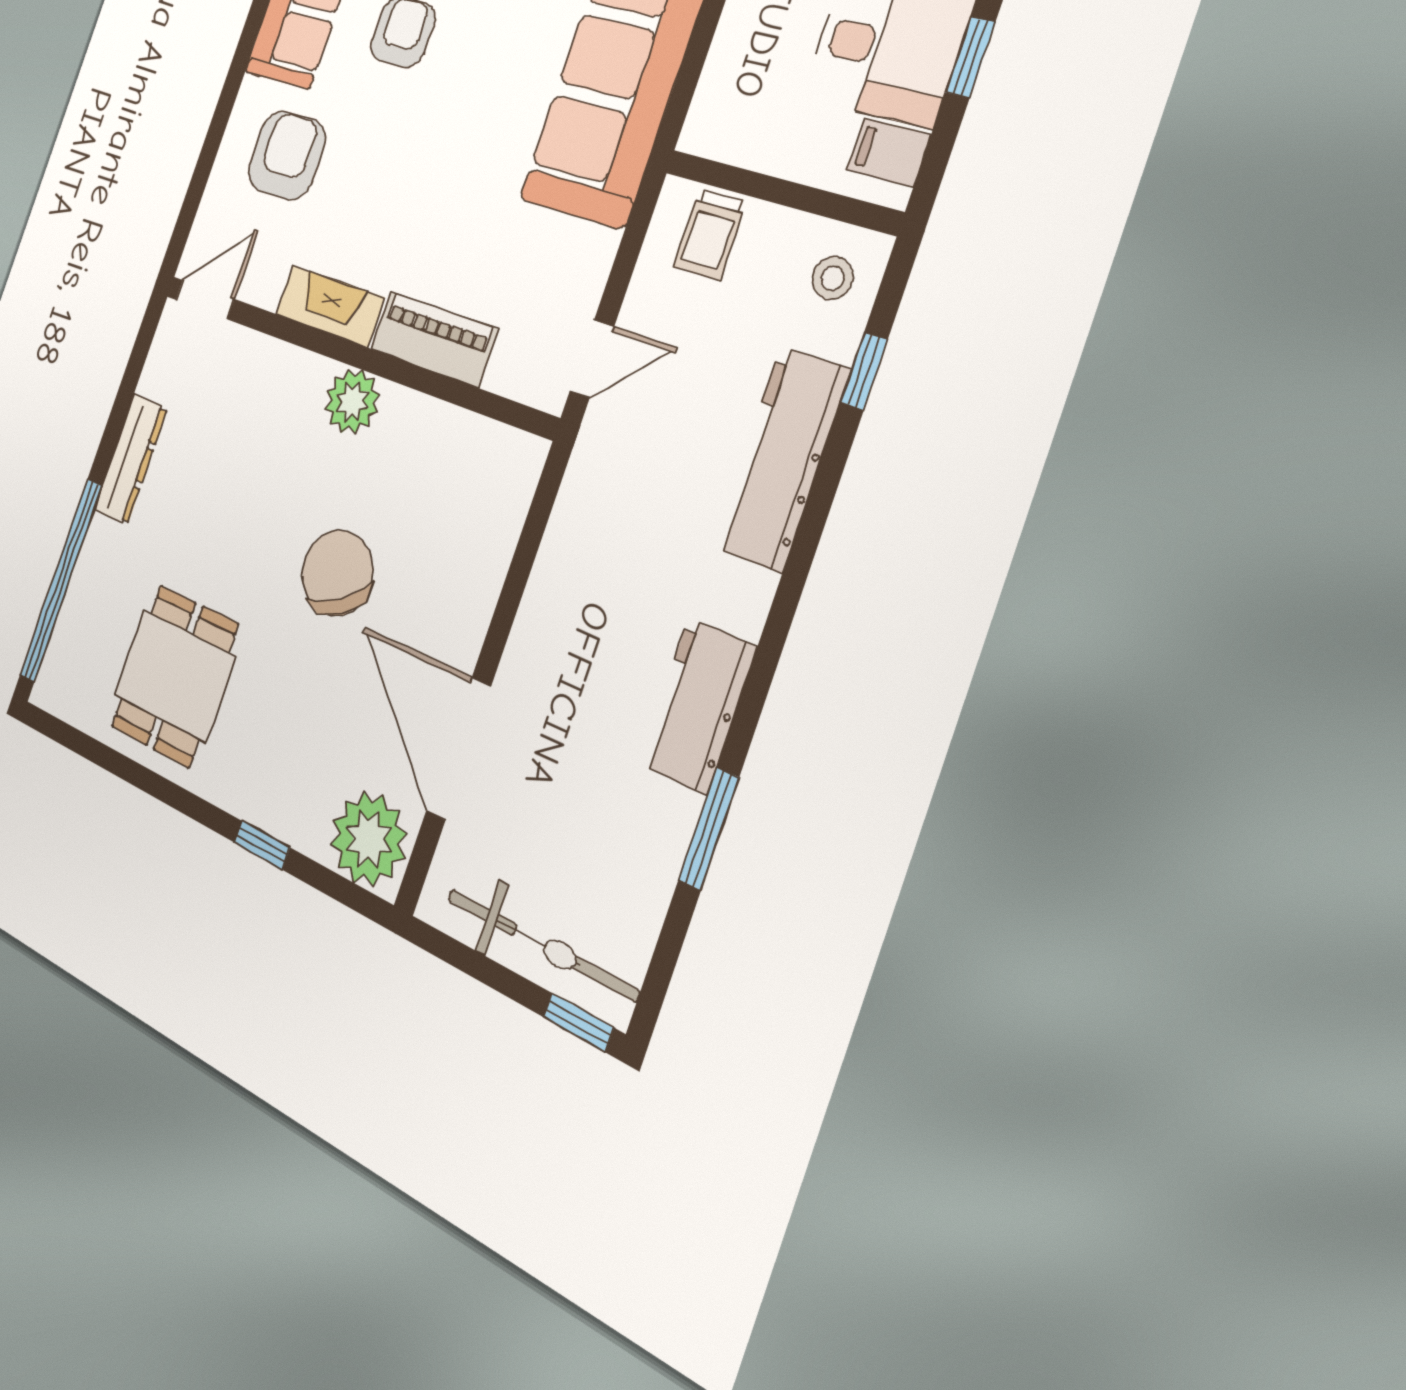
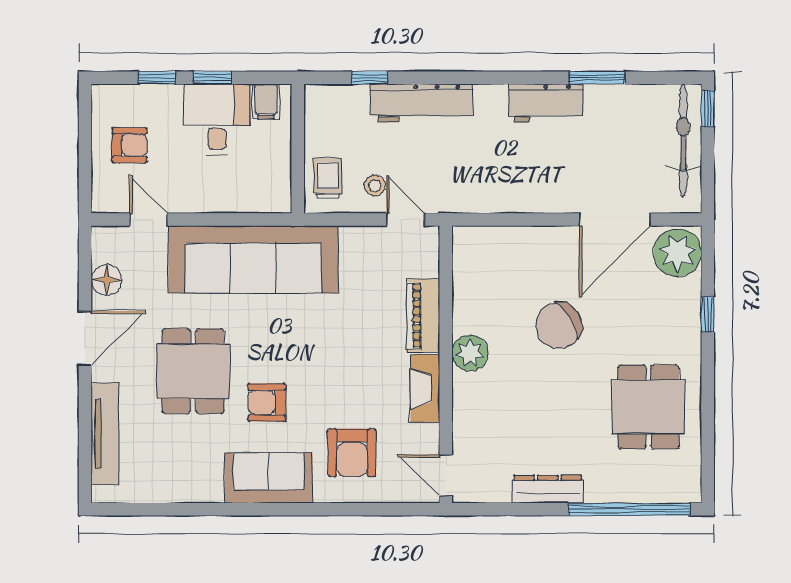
armchair: (287, 155) -> (352, 453), turned -90
trolley: (710, 235) -> (328, 179), turned -90
stool: (833, 278) -> (375, 186), moved
dining table: (175, 676) -> (648, 407), turned 90

